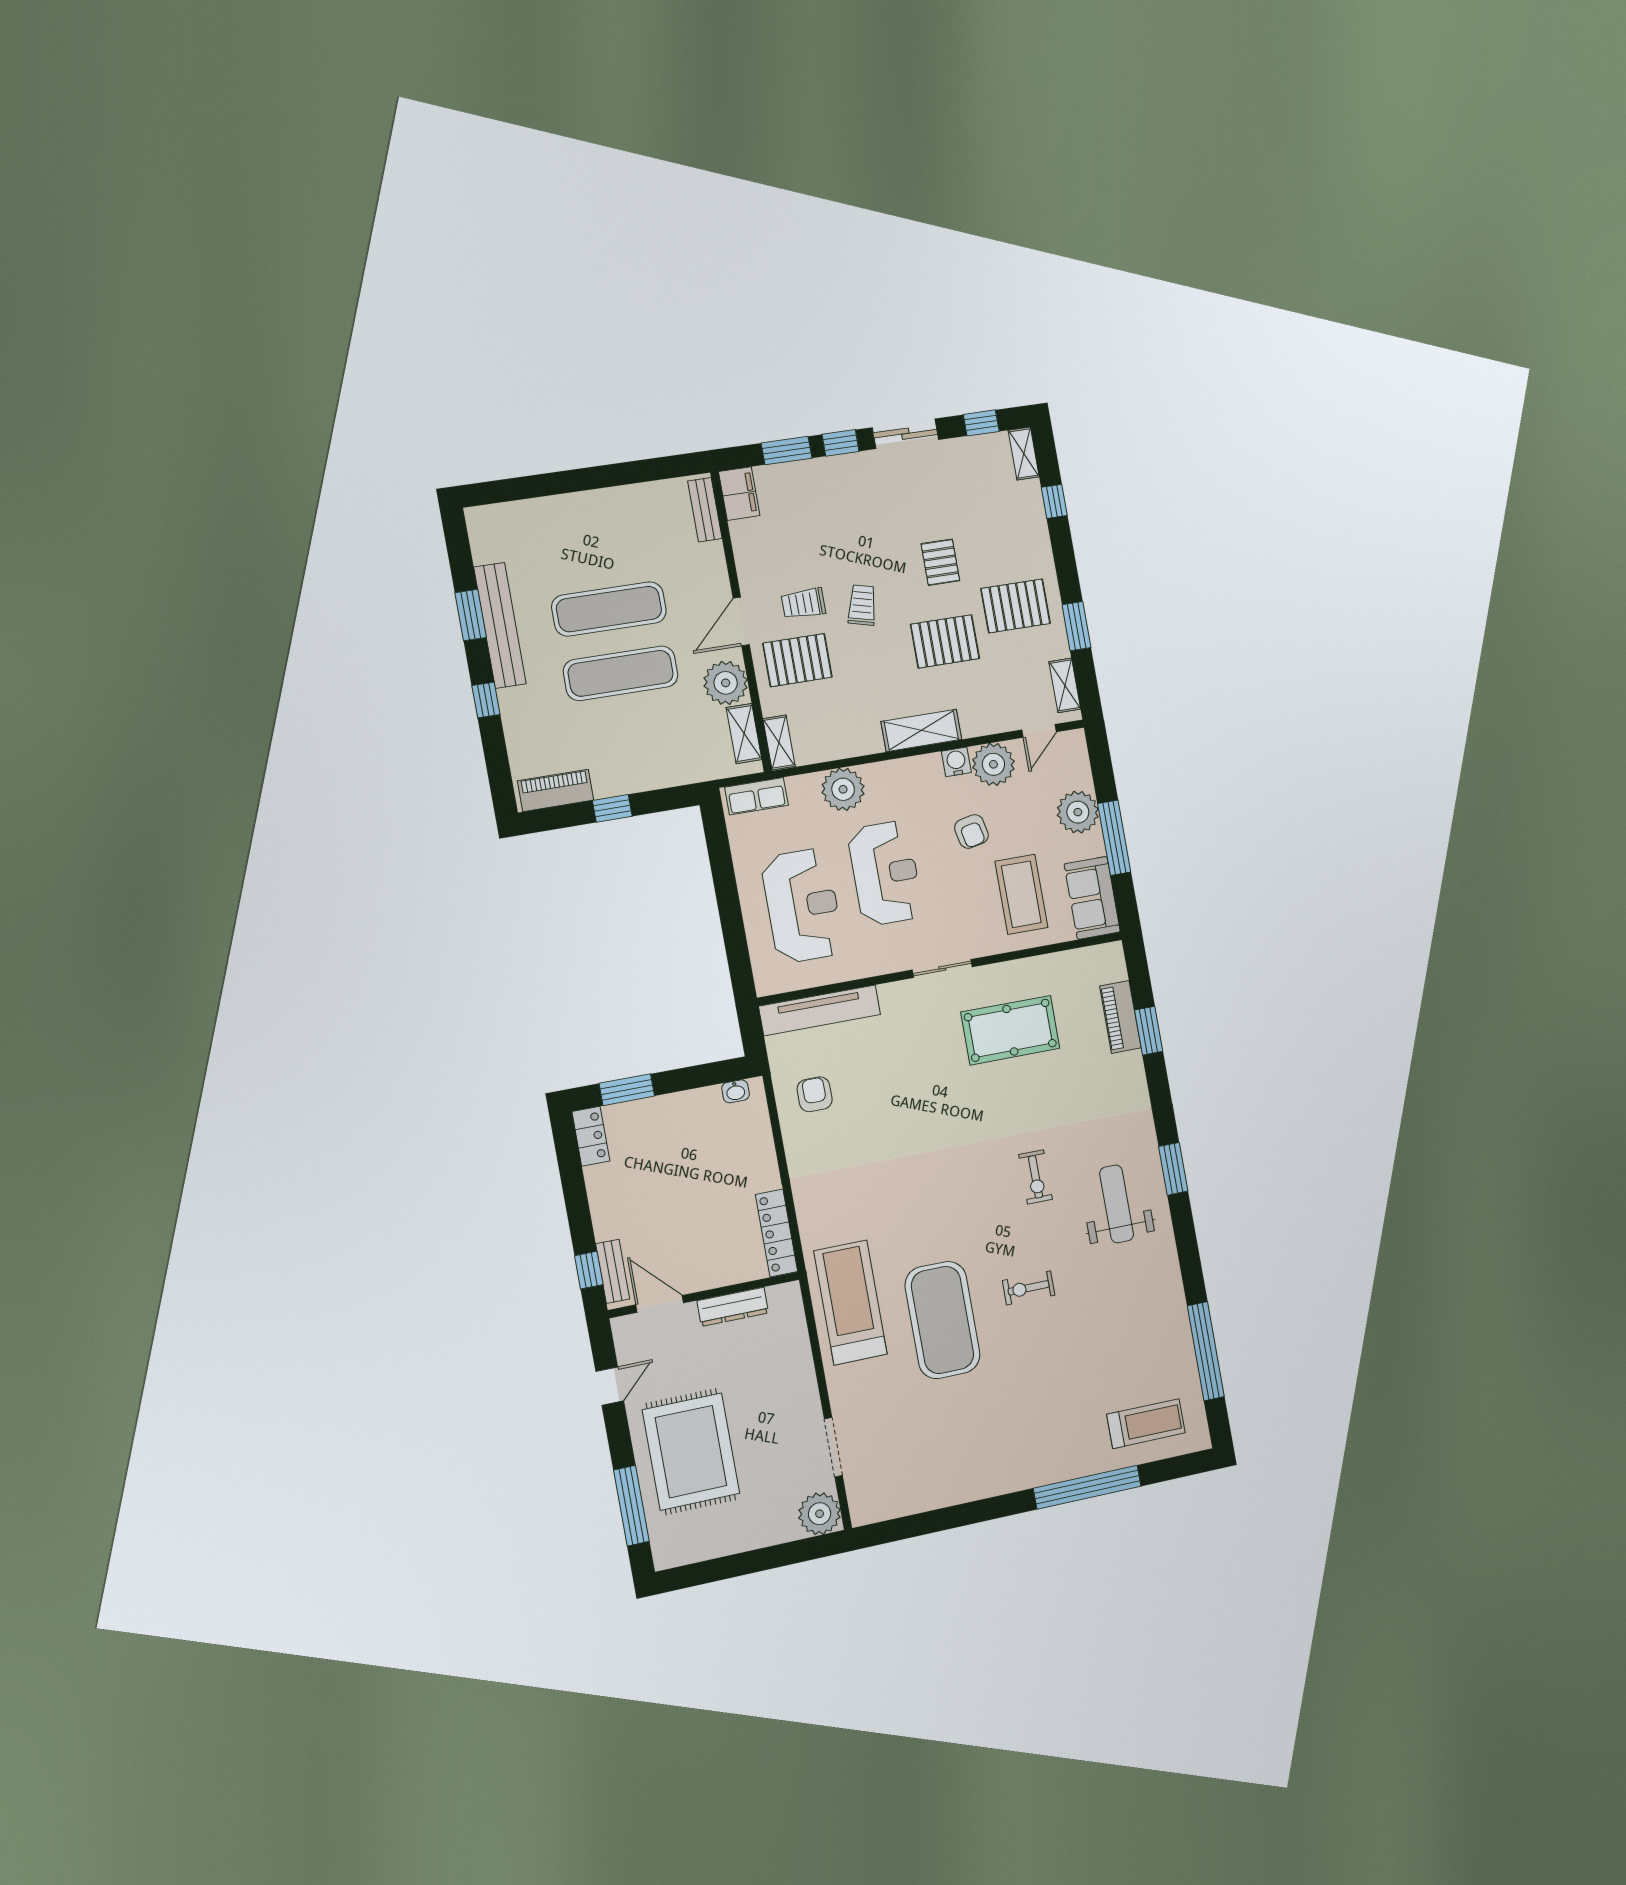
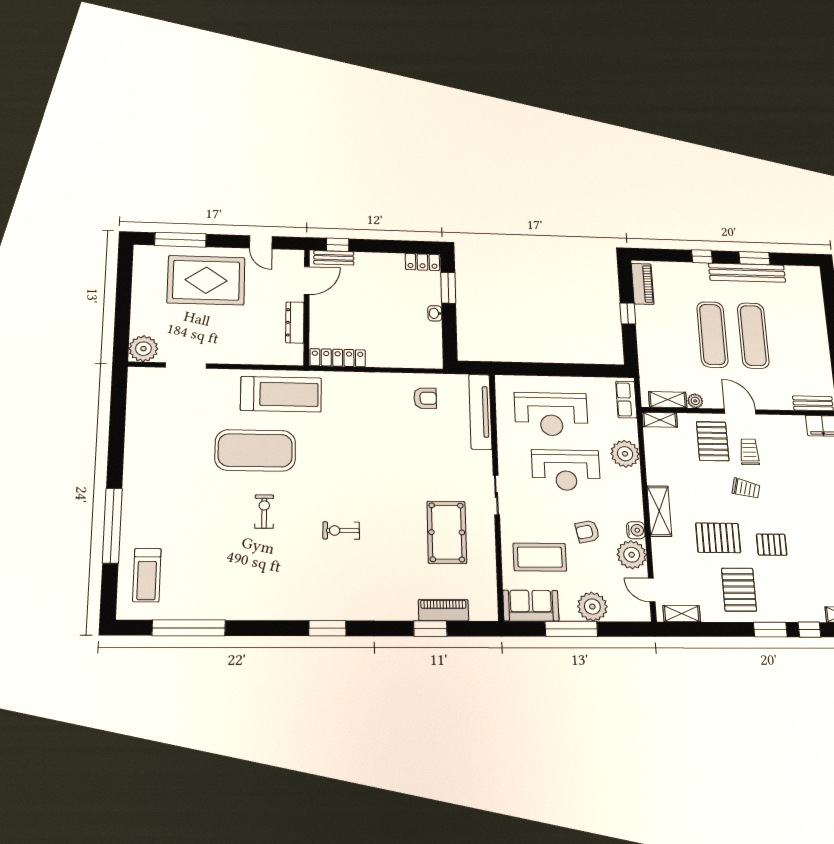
window: (1076, 626) -> (770, 630), moved
pallet: (945, 641) -> (718, 538), turned 90
plant: (726, 683) -> (695, 401), width x0.53, depth x0.53
washbasin: (736, 1091) -> (435, 313), moved
weight bench: (1117, 1204) -> (310, 583), removed

